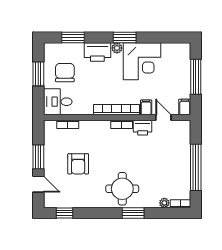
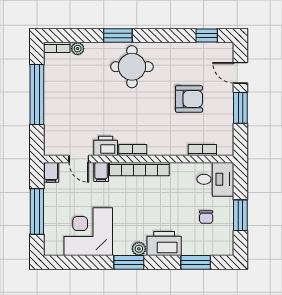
corner desk: (142, 61) -> (88, 232), moved
chair: (65, 73) -> (206, 217), width x0.54, depth x0.54
armchair: (78, 164) -> (189, 99), turned 90

